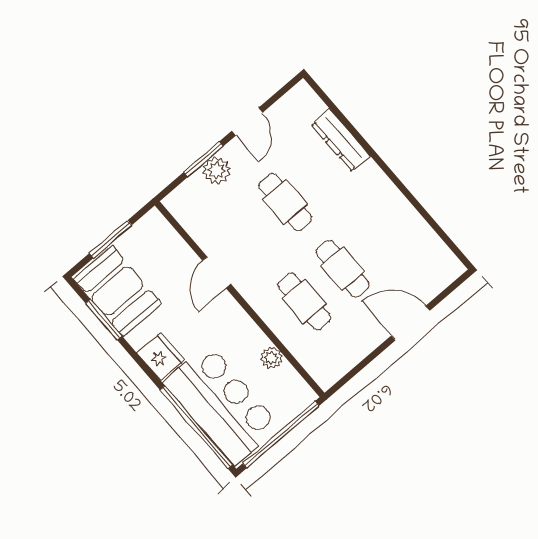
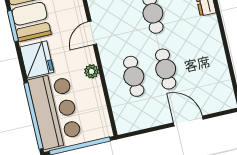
fridge: (161, 357) -> (37, 60), width x1.36, depth x1.34
plant: (271, 358) -> (91, 71), moved

